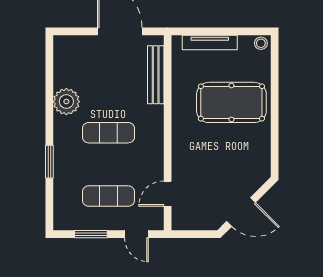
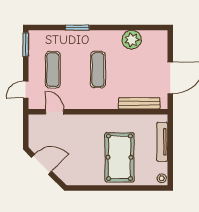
plant: (66, 102) -> (132, 40), moved
door: (241, 212) -> (41, 164), swing flipped
window: (91, 234) -> (26, 45), moved

